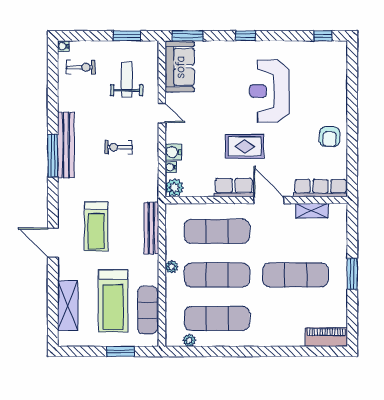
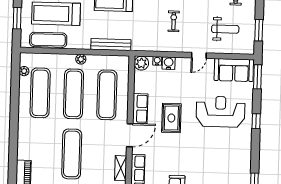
reception desk: (269, 91) -> (221, 112), moved

